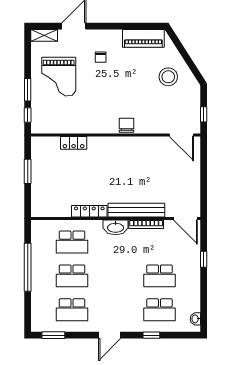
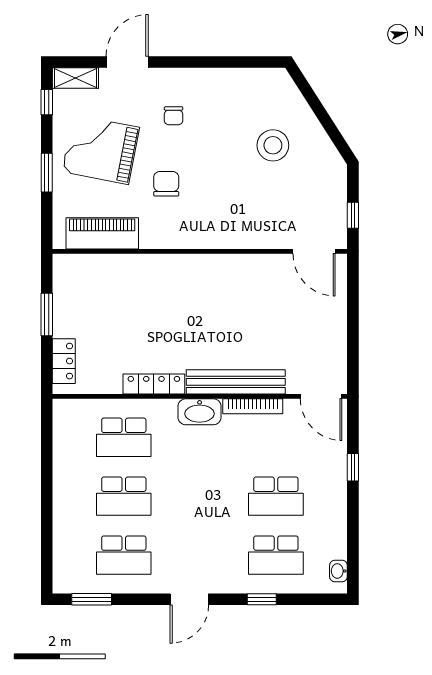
piano: (143, 38) -> (102, 233), moved, turned 180
grand piano: (59, 77) -> (101, 150), turned 101
stool: (168, 77) -> (273, 145), moved
window: (28, 115) -> (47, 102), moved
chair: (127, 125) -> (166, 184), moved
locker: (74, 143) -> (64, 361), moved, turned -90
window: (28, 267) -> (47, 481), removed

